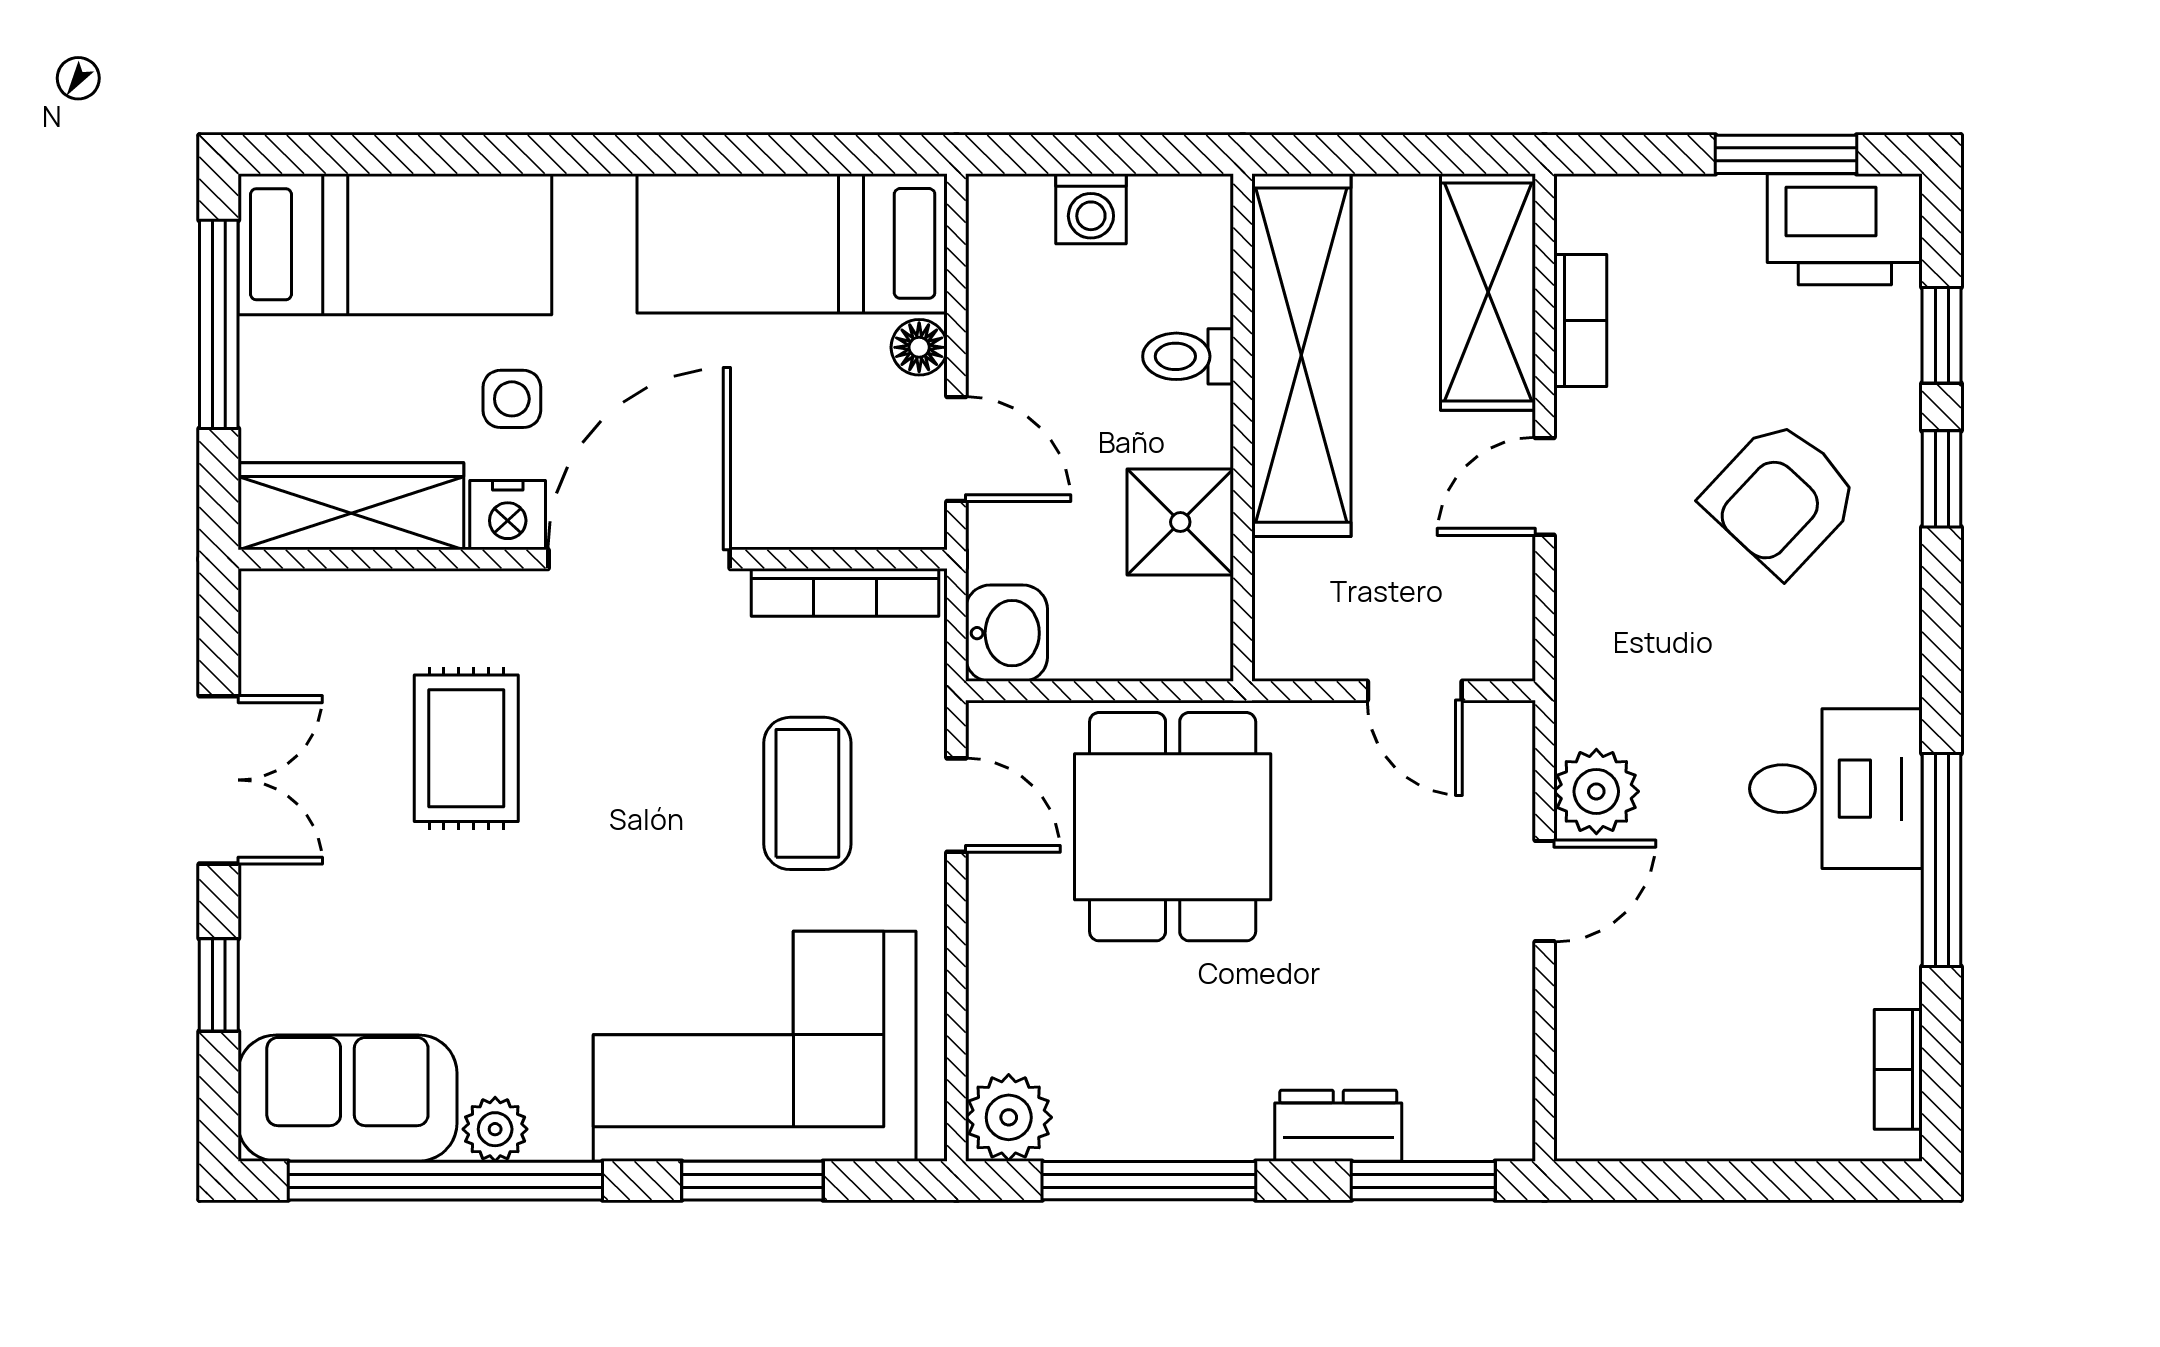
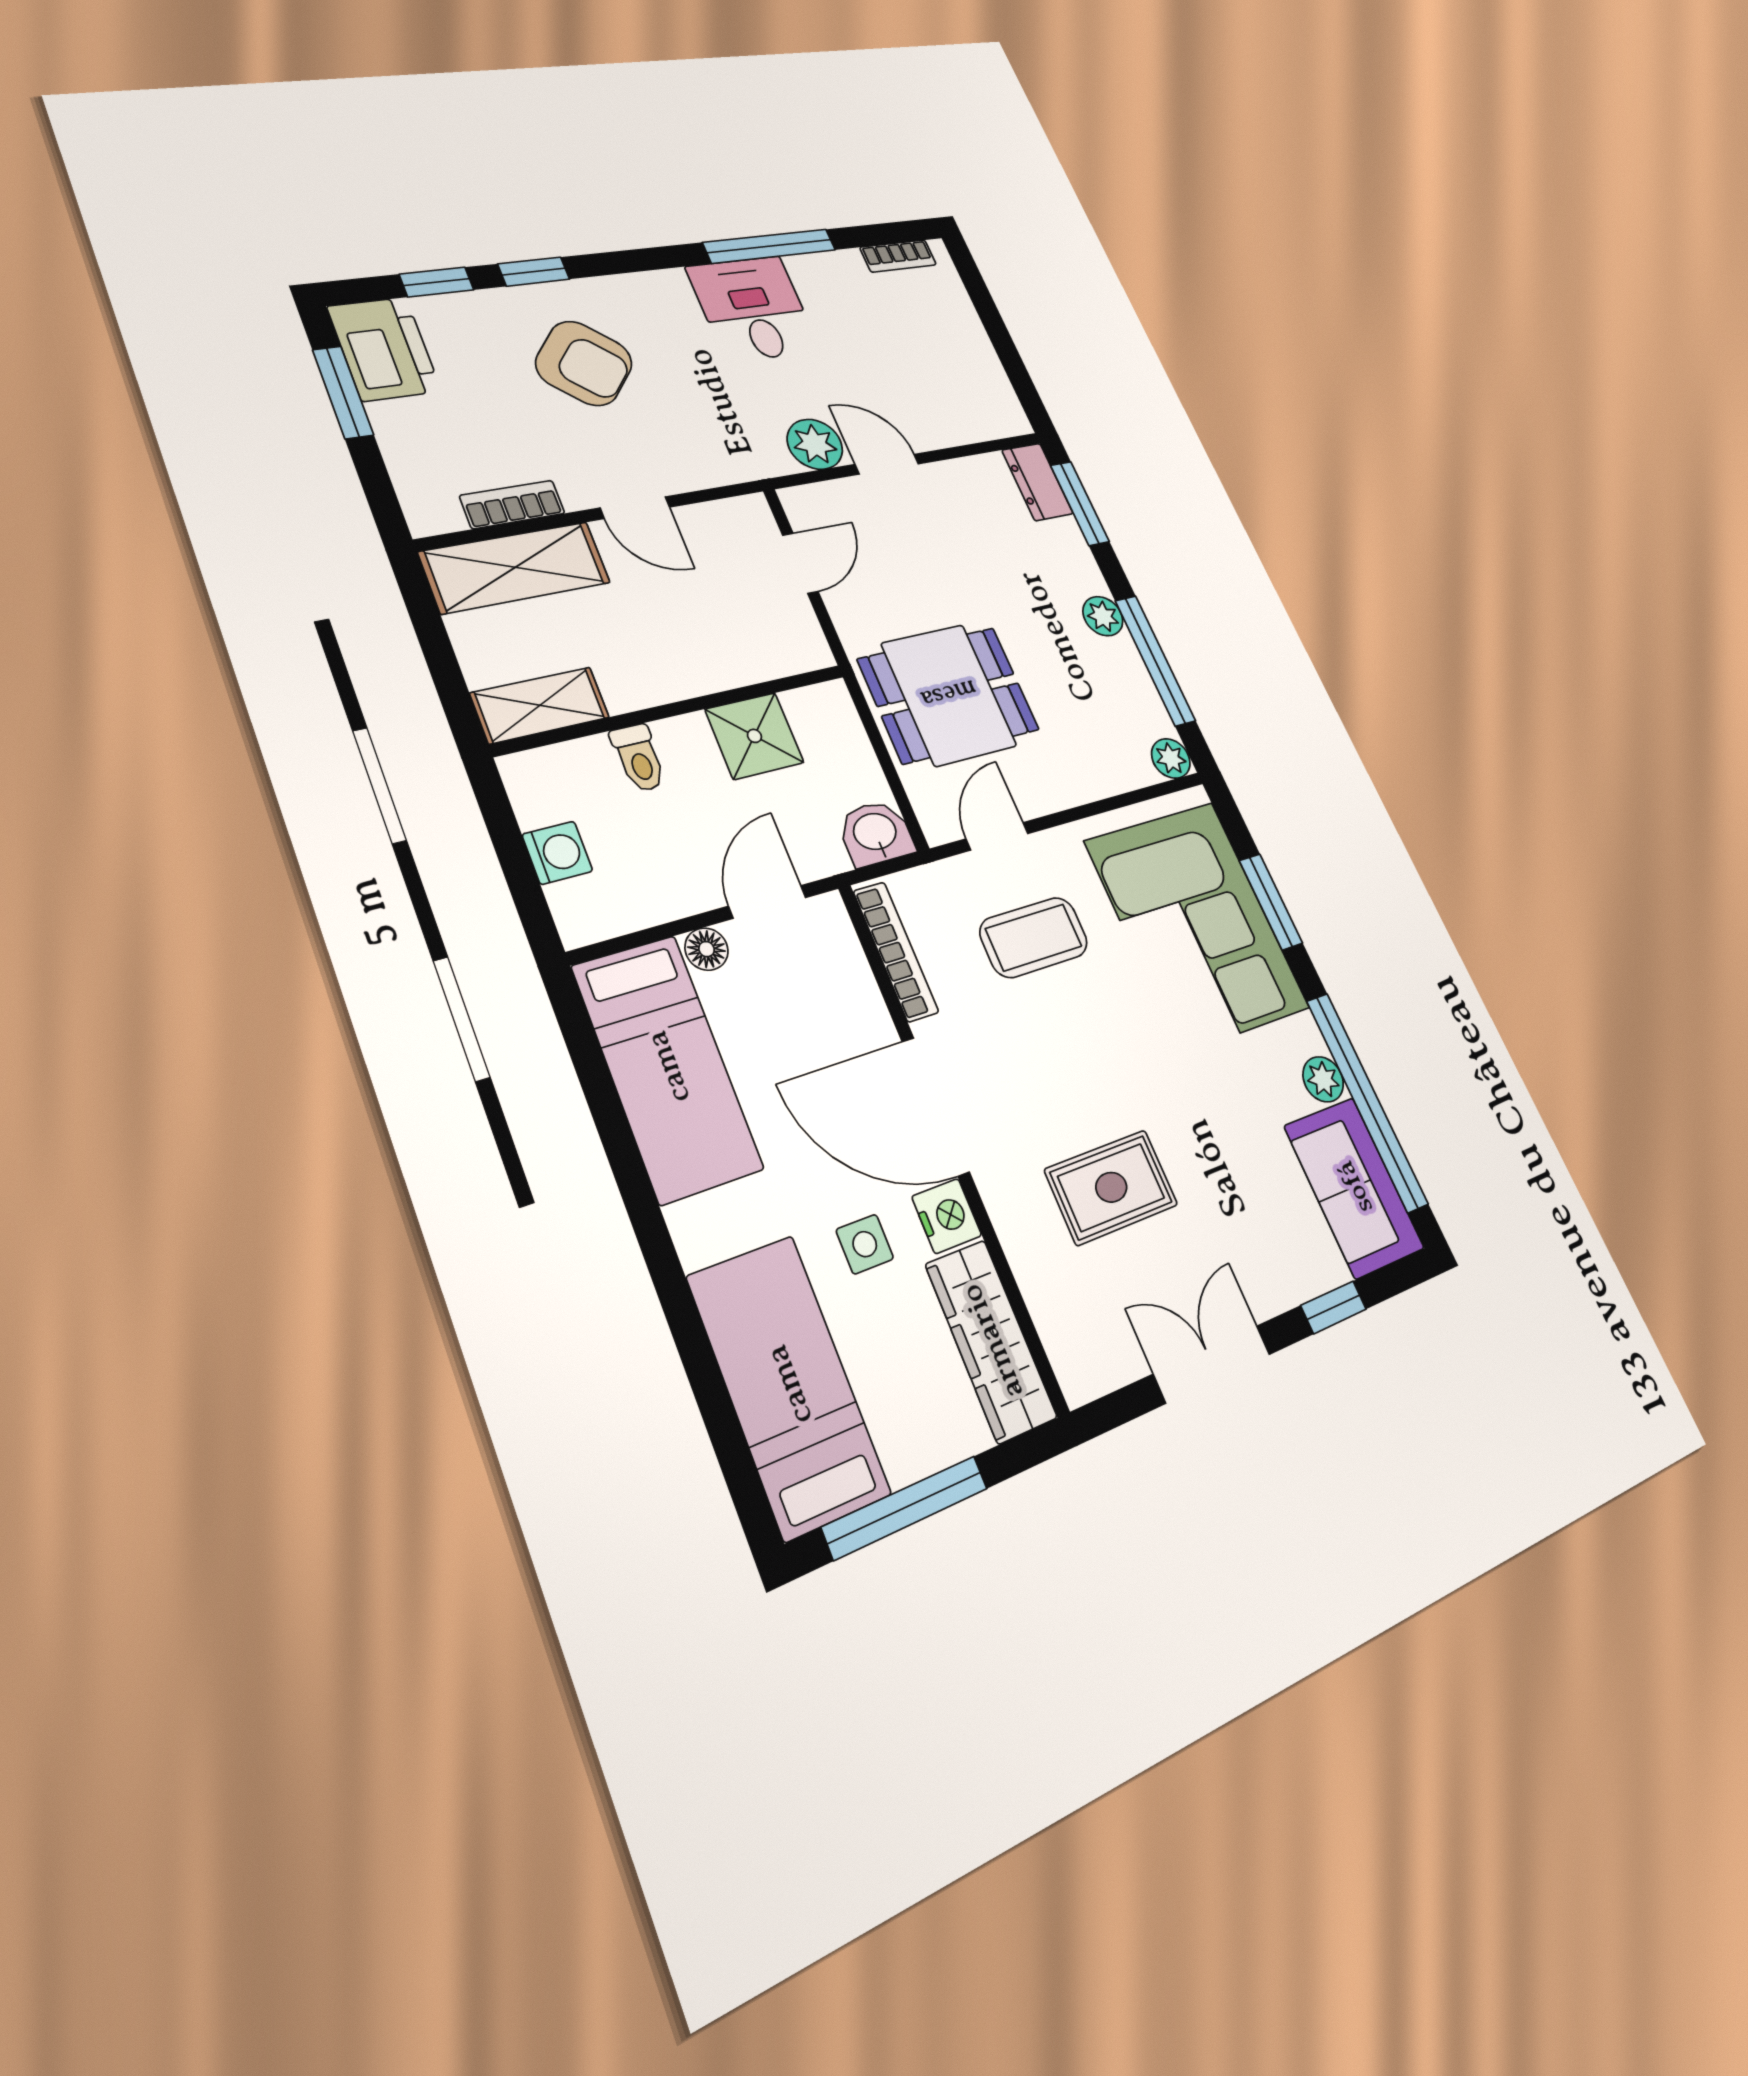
shelving: (1301, 355) -> (540, 705), width x0.45, depth x0.75
plant: (1009, 1117) -> (1171, 758), width x0.73, depth x0.73
dresser: (1338, 1126) -> (1037, 482), moved
plant: (1236, 1128) -> (1103, 616), added

